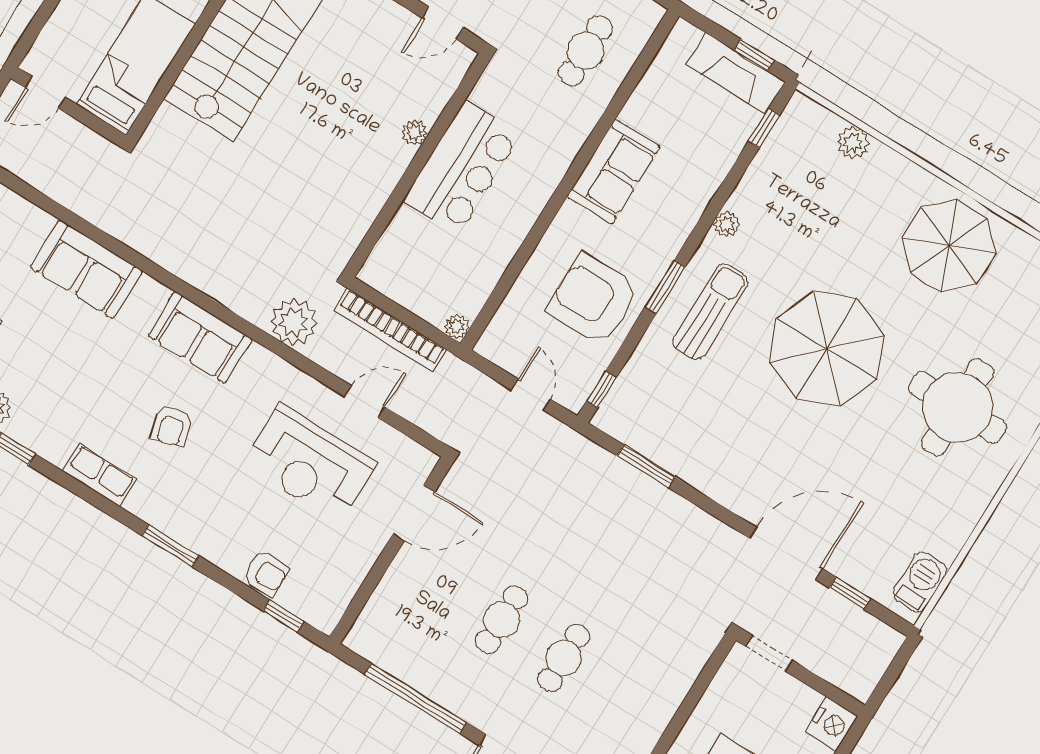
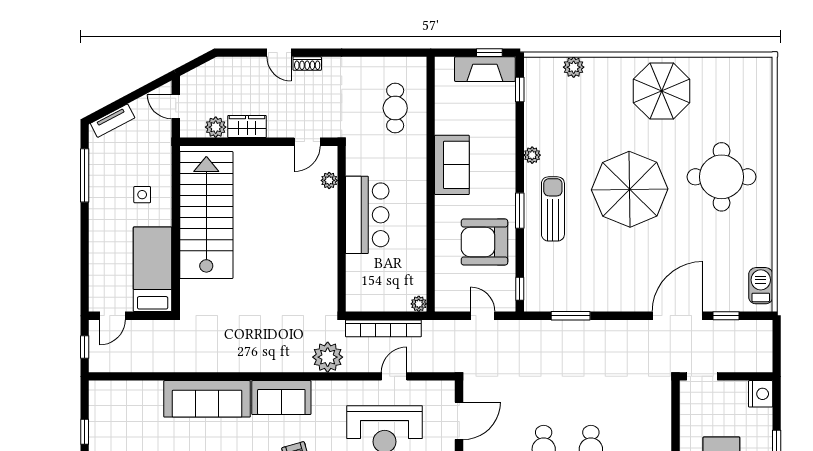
plant: (415, 133) -> (329, 180), moved
sofa: (86, 269) -> (207, 399), width x1.36

